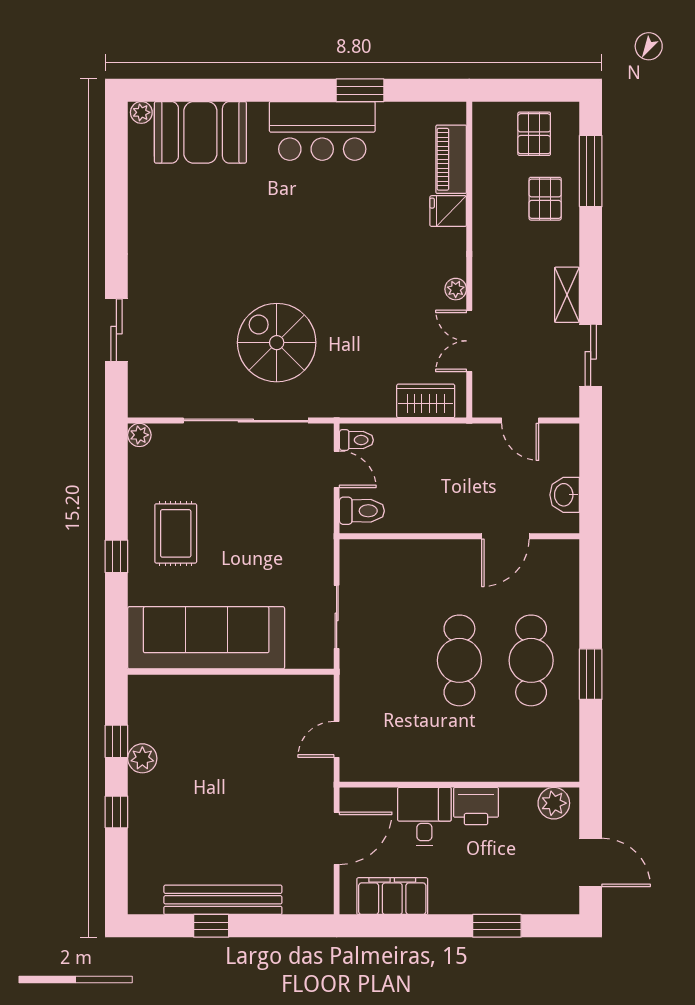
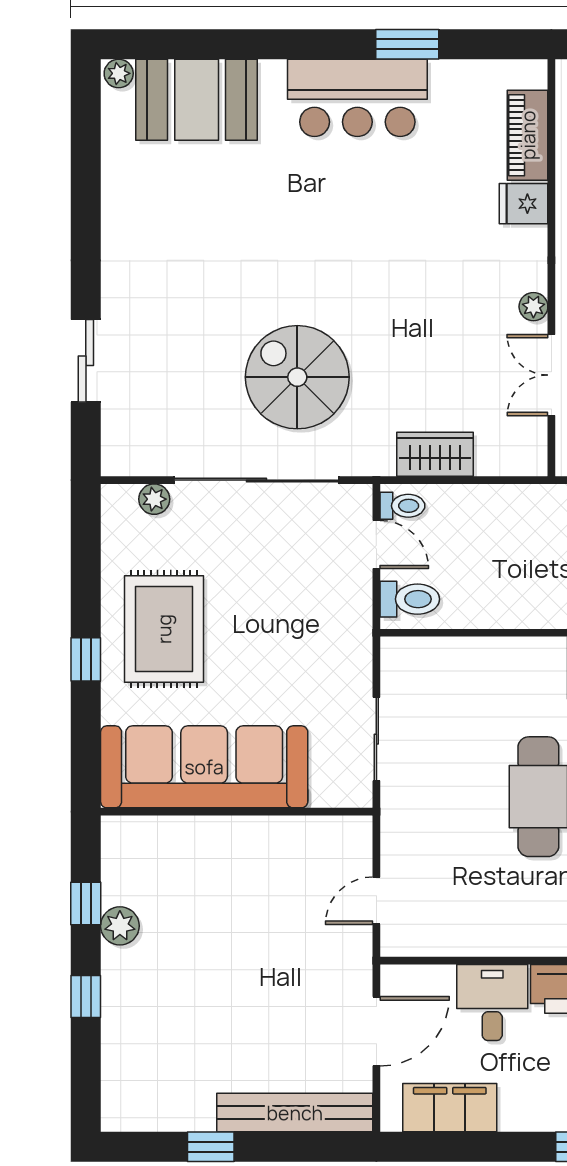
wardrobe: (426, 401) -> (435, 454), moved
plant: (139, 435) -> (154, 499), moved
rug: (176, 533) -> (164, 629), width x1.36, depth x1.43
bench: (223, 900) -> (295, 1113), moved

